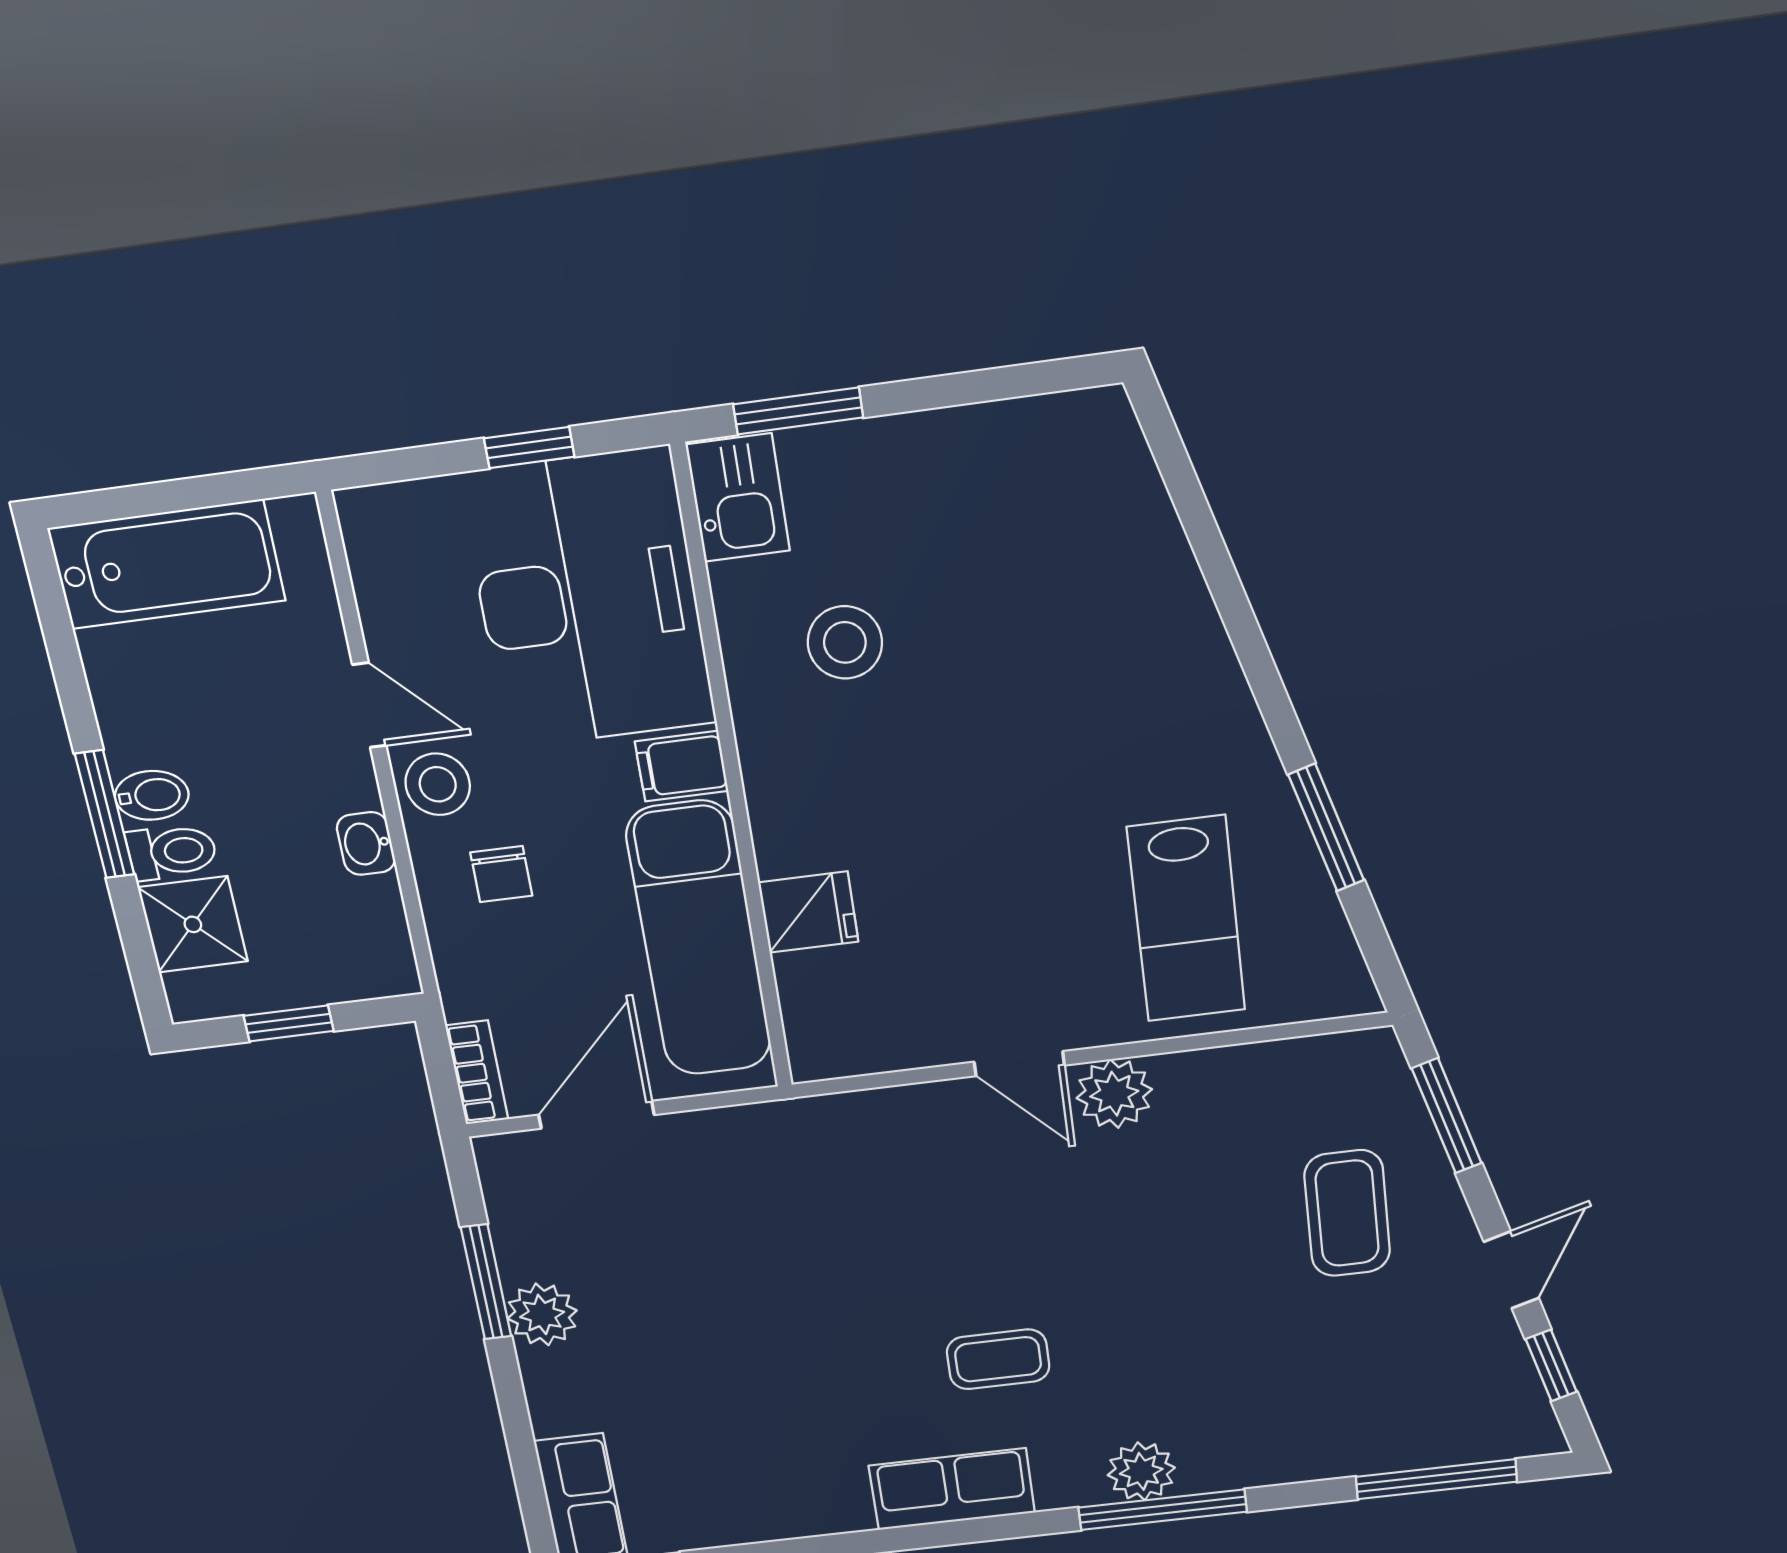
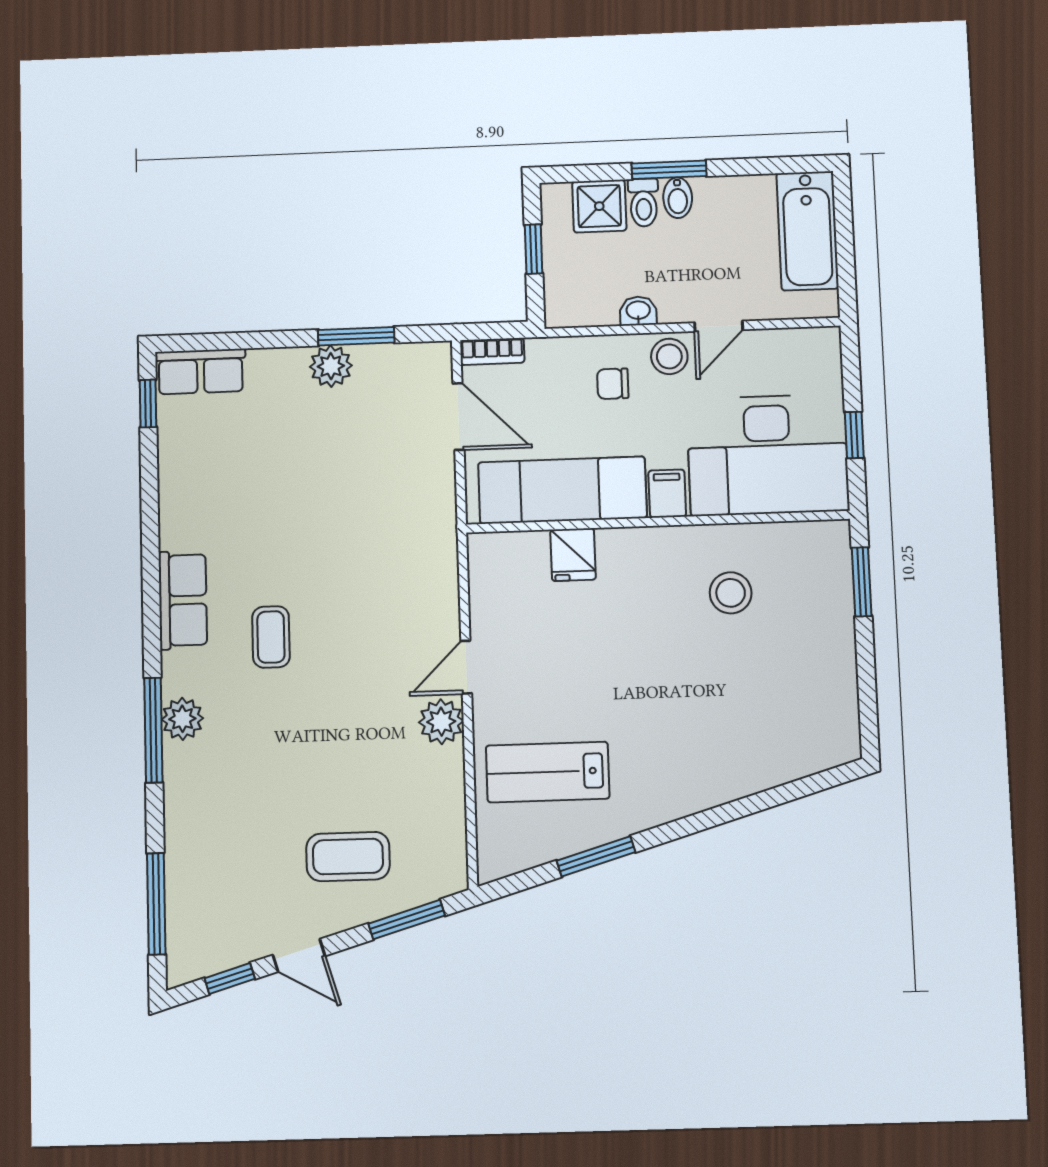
kitchen sink: (738, 498) -> (817, 544), removed

